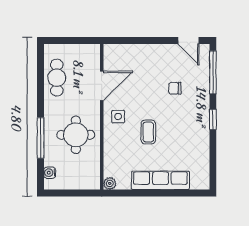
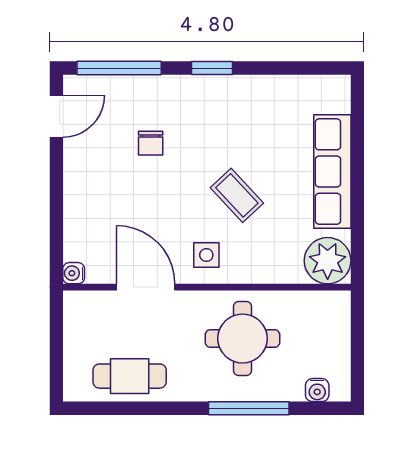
water cooler: (109, 49) -> (74, 273), added
coffee table: (148, 132) -> (237, 195), turned 47
plant: (110, 183) -> (328, 261), width x1.87, depth x1.87

